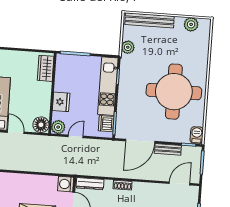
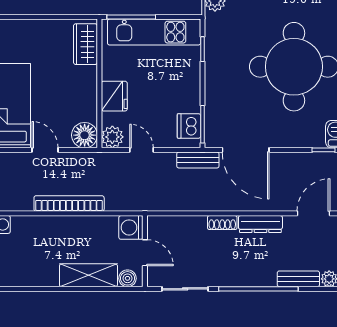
kitchen unit: (108, 86) -> (154, 32), moved, turned -90
door: (76, 136) -> (142, 150), hinge flipped
door: (140, 141) -> (246, 150), hinge flipped
bench: (168, 149) -> (198, 160), moved
bookcase: (28, 166) -> (69, 204), added
dresser: (90, 184) -> (260, 224), moved

